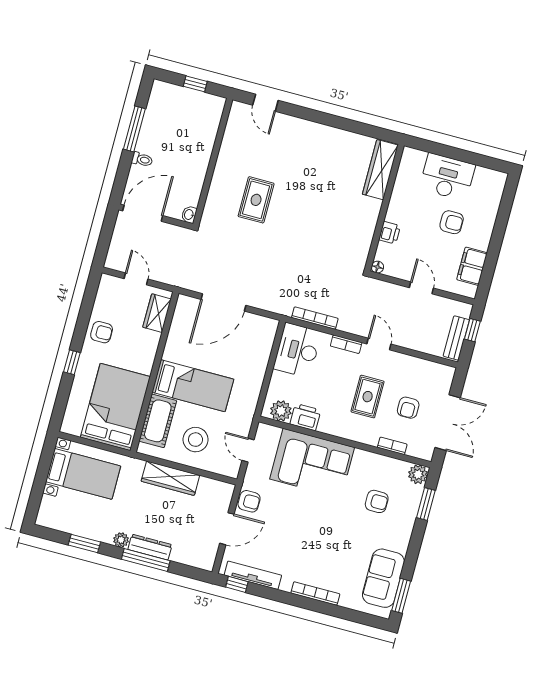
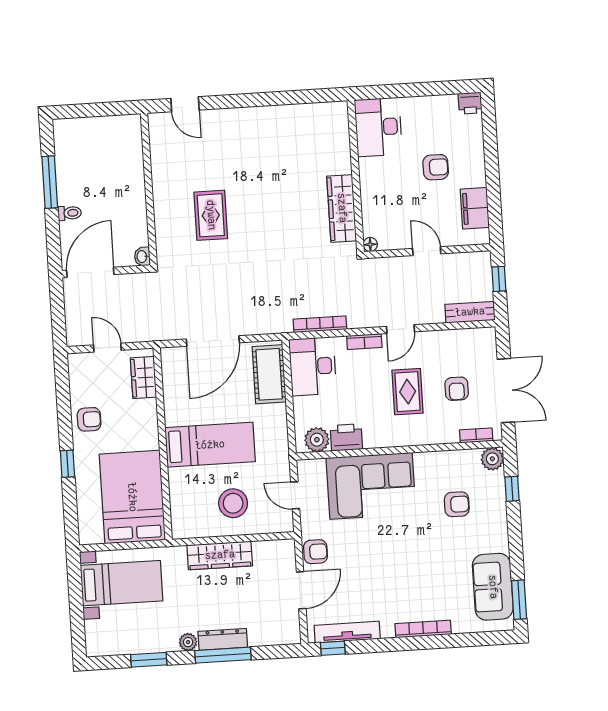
window: (195, 84) -> (100, 110), removed
wardrobe: (380, 170) -> (342, 208), moved
desk: (447, 177) -> (378, 127), moved, turned -90
printer: (390, 233) -> (470, 103), moved, turned 90
bench: (456, 338) -> (470, 312), moved, turned 90
door: (379, 344) -> (401, 329), swing flipped
cot: (158, 421) -> (269, 374), moved
bookcase: (392, 446) -> (476, 435), moved
window: (426, 504) -> (512, 489), width x0.67

